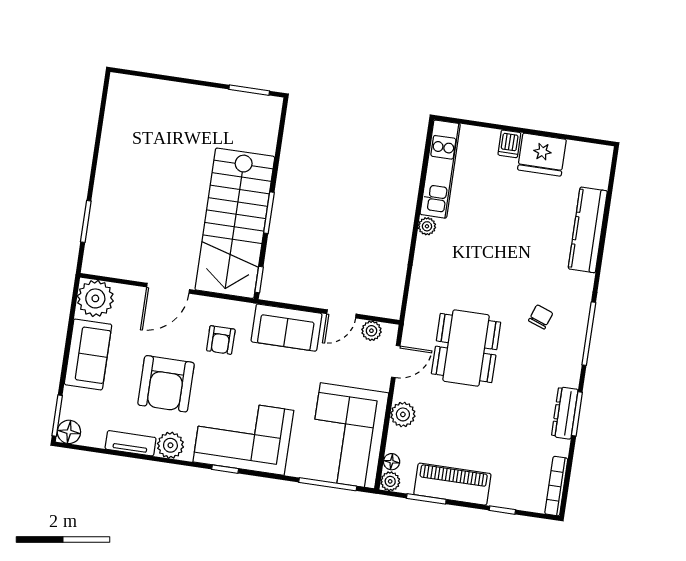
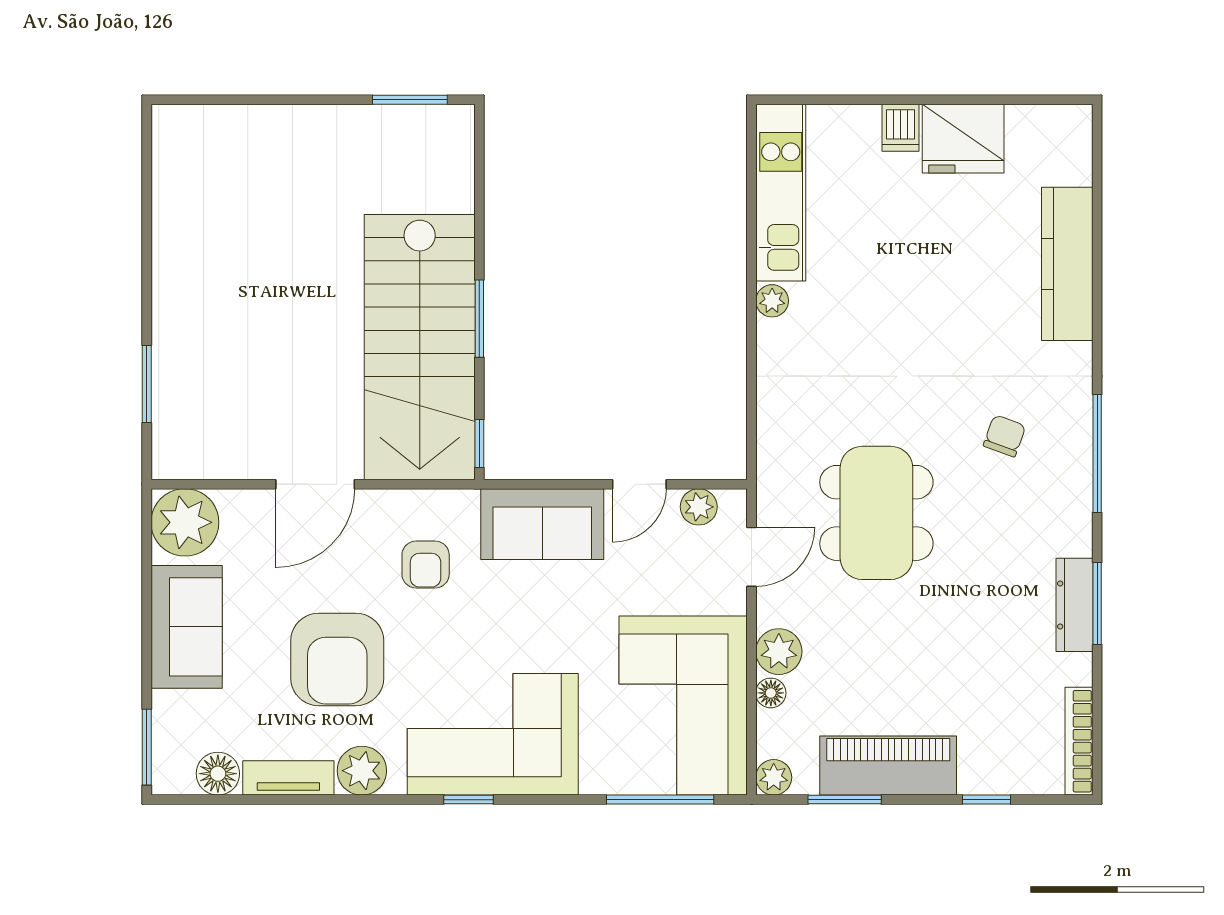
floor lamp: (69, 432) -> (218, 774), moved
floor lamp: (392, 462) -> (771, 693), moved

